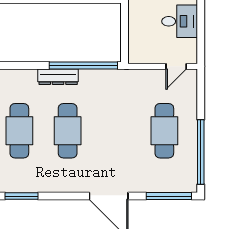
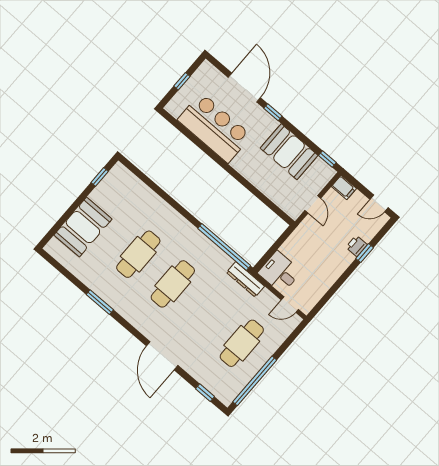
desk: (180, 21) -> (280, 272), moved, turned 180
dresser: (58, 77) -> (245, 279), moved
window: (169, 196) -> (205, 393), width x0.46

